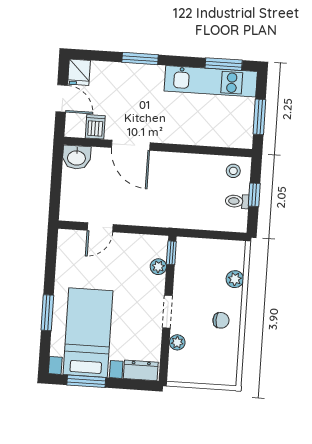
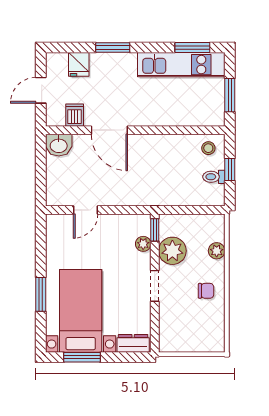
fridge: (79, 72) -> (79, 64), moved
door: (62, 98) -> (41, 90), swing flipped
plant: (177, 342) -> (172, 251), moved, width x1.88, depth x1.88

